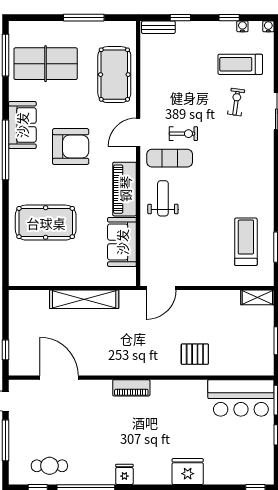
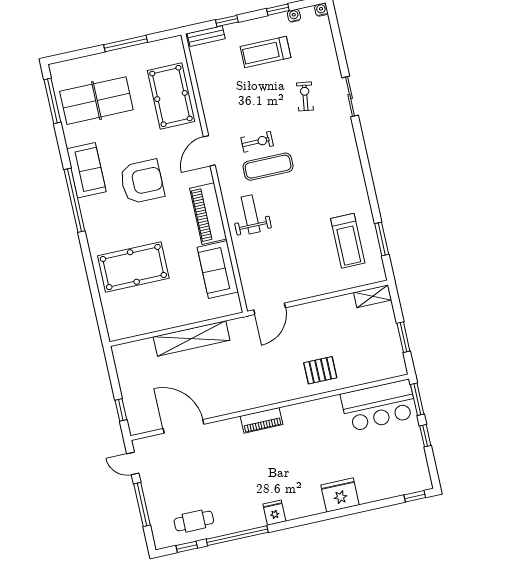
treadmill: (240, 64) -> (266, 52), moved
exercise mat: (170, 158) -> (268, 167), moved
treadmill: (246, 242) -> (348, 241), turned 180

